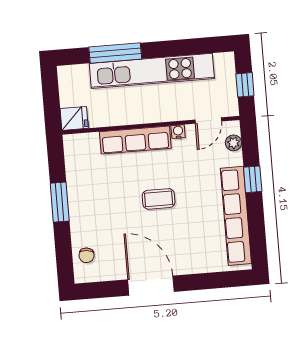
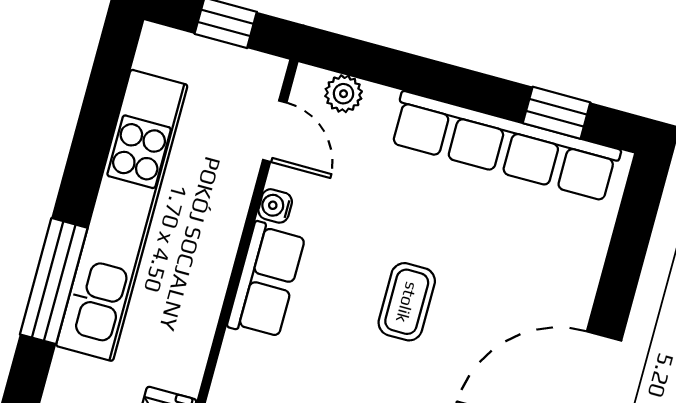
row of seats: (135, 140) -> (266, 280), width x0.68
window: (253, 179) -> (557, 113), moved

